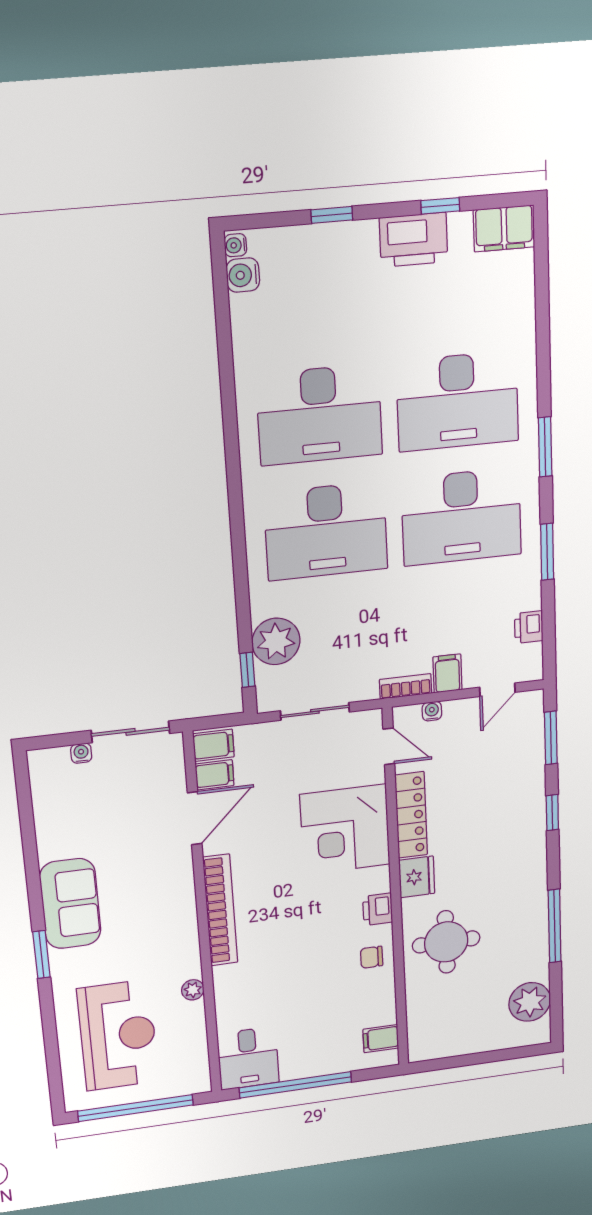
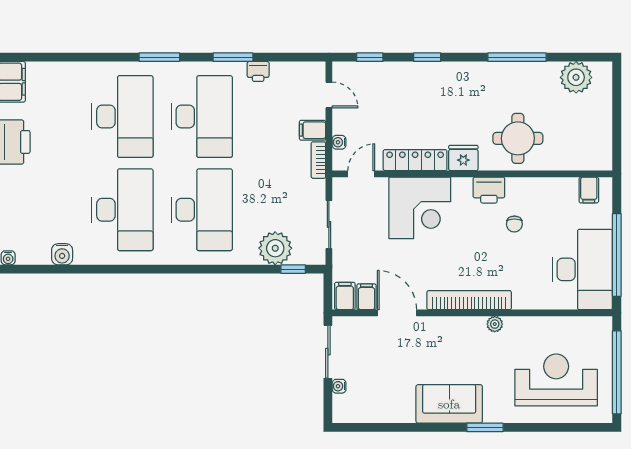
water cooler: (243, 275) -> (62, 254), moved
printer: (529, 627) -> (258, 71), moved
window: (551, 738) -> (370, 57), width x0.67
printer: (378, 909) -> (489, 190), width x1.36, depth x1.24
chair: (372, 957) -> (514, 224), moved
plant: (193, 990) -> (495, 324), moved
desk: (248, 1058) -> (582, 269), width x1.87, depth x1.30

